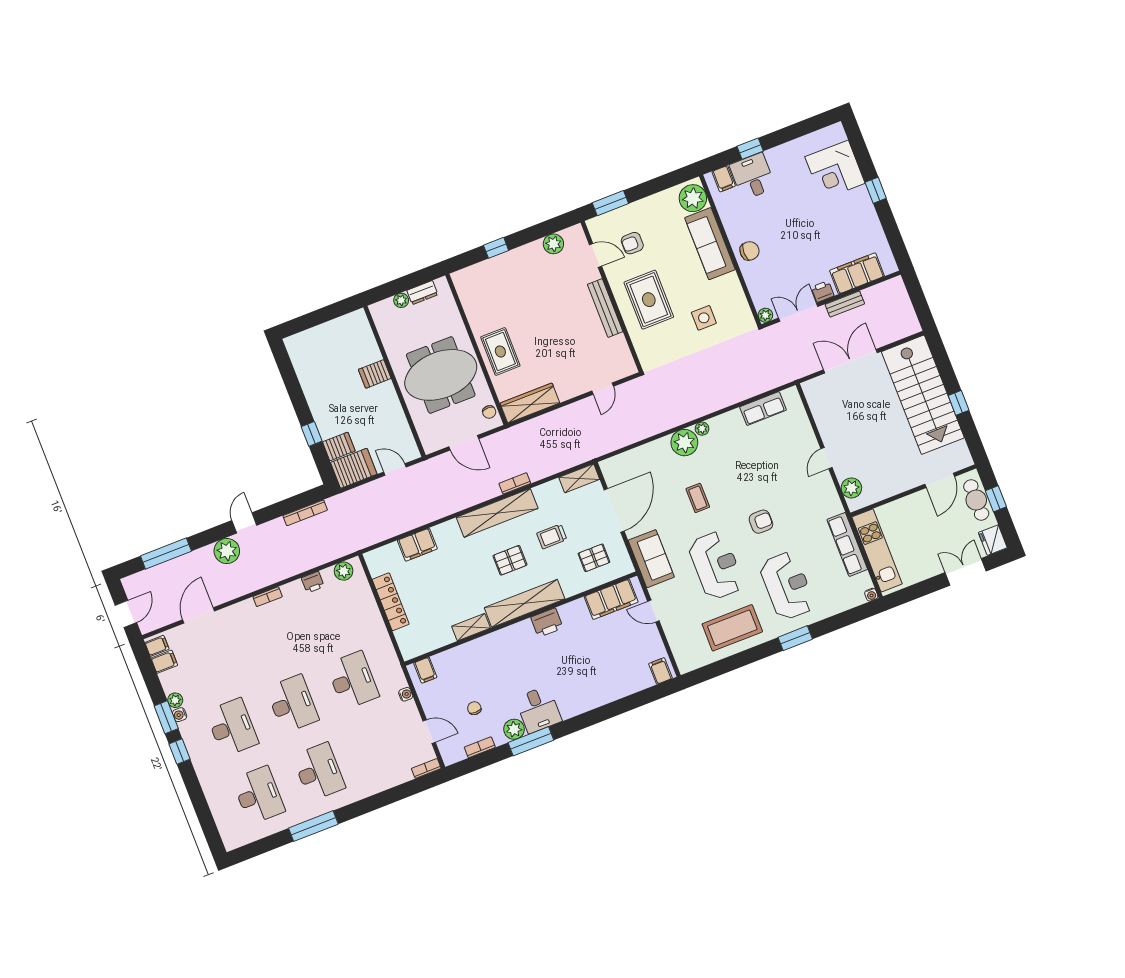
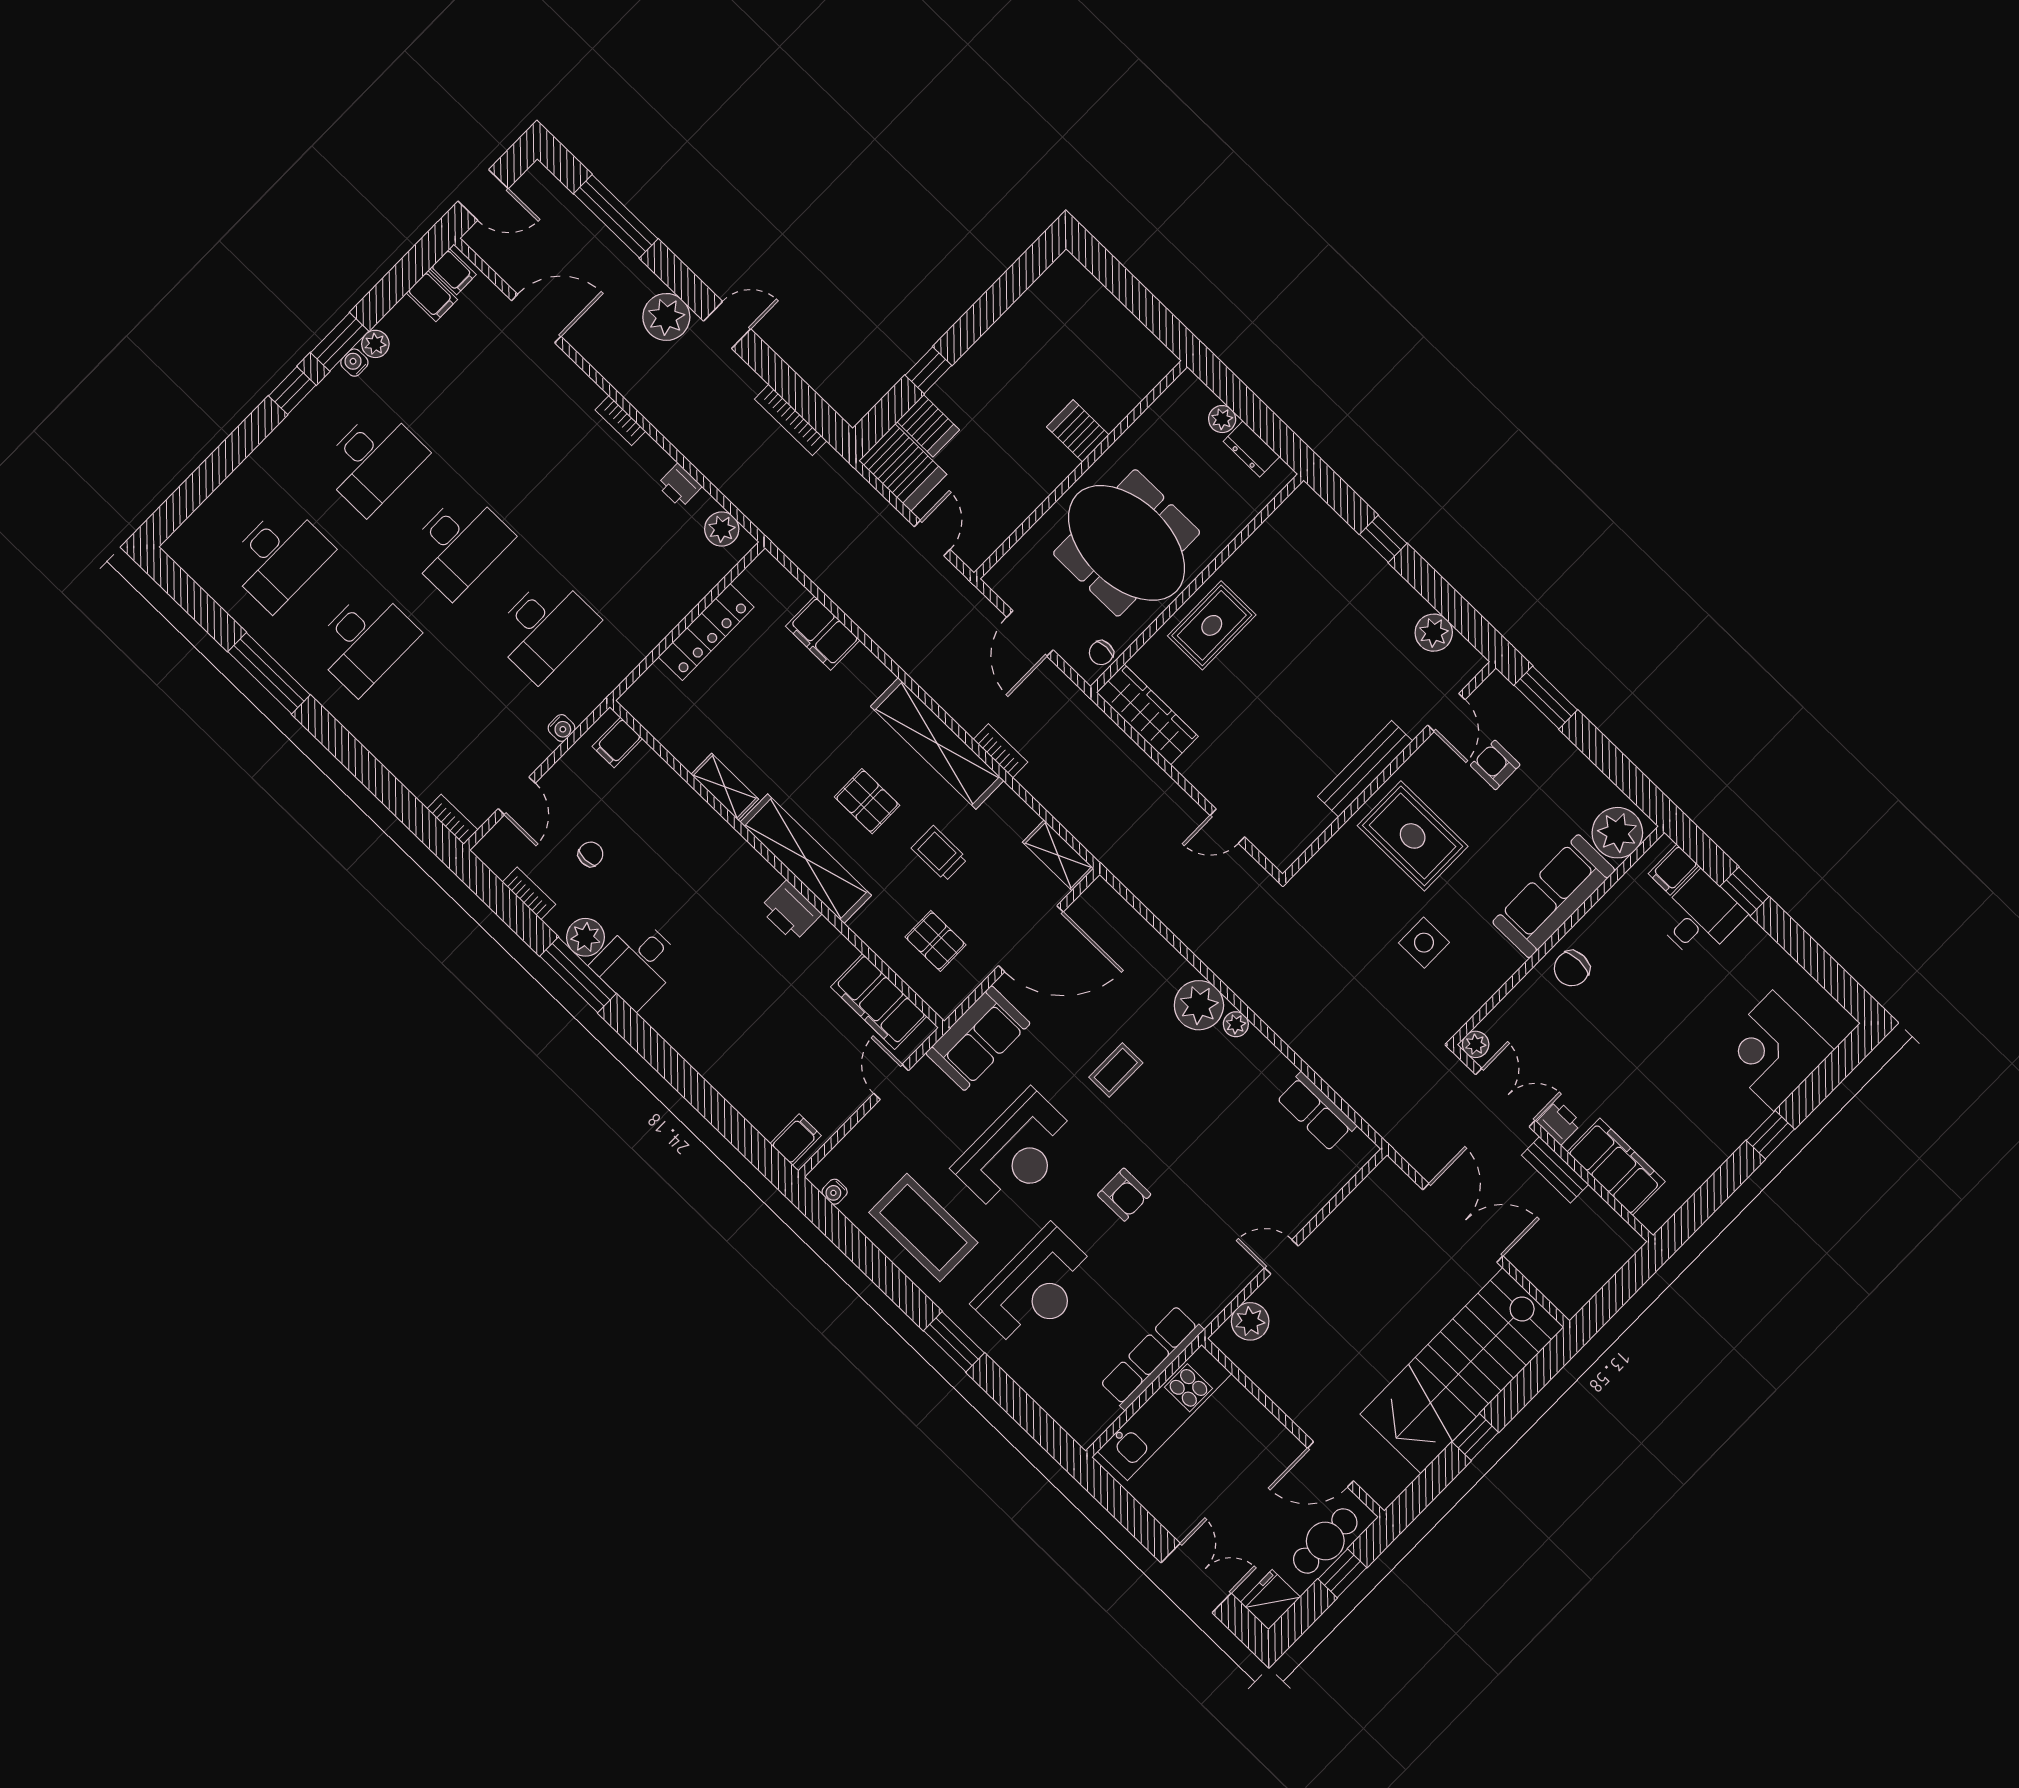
chair: (749, 251) -> (1572, 968), turned 90
rug: (649, 300) -> (1413, 836), turned 90
water cooler: (871, 595) -> (835, 1192), moved

